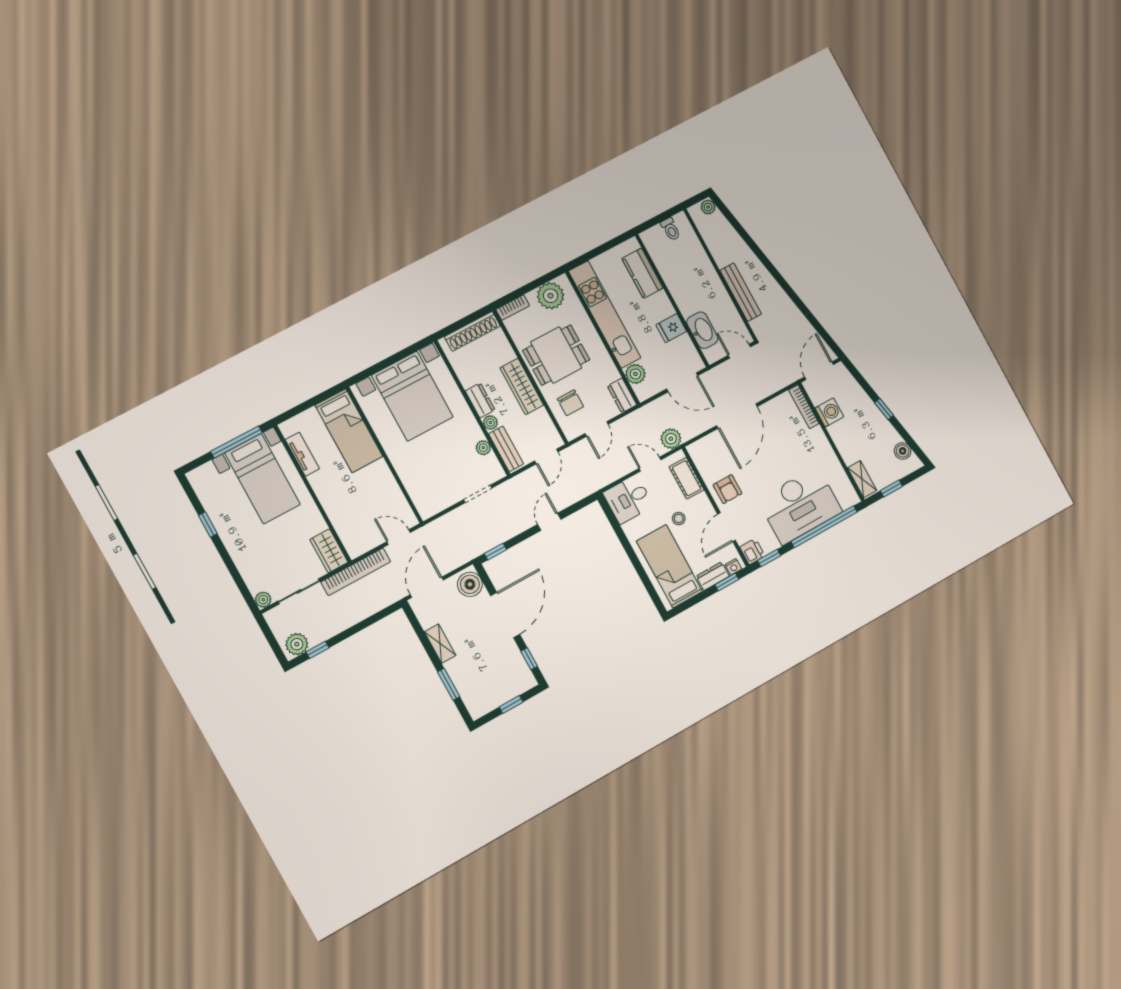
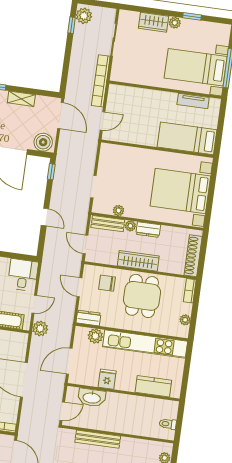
plant: (550, 296) -> (185, 320), width x0.53, depth x0.53
wardrobe: (329, 551) -> (154, 22), moved, turned 180
plant: (263, 600) -> (175, 23), moved

